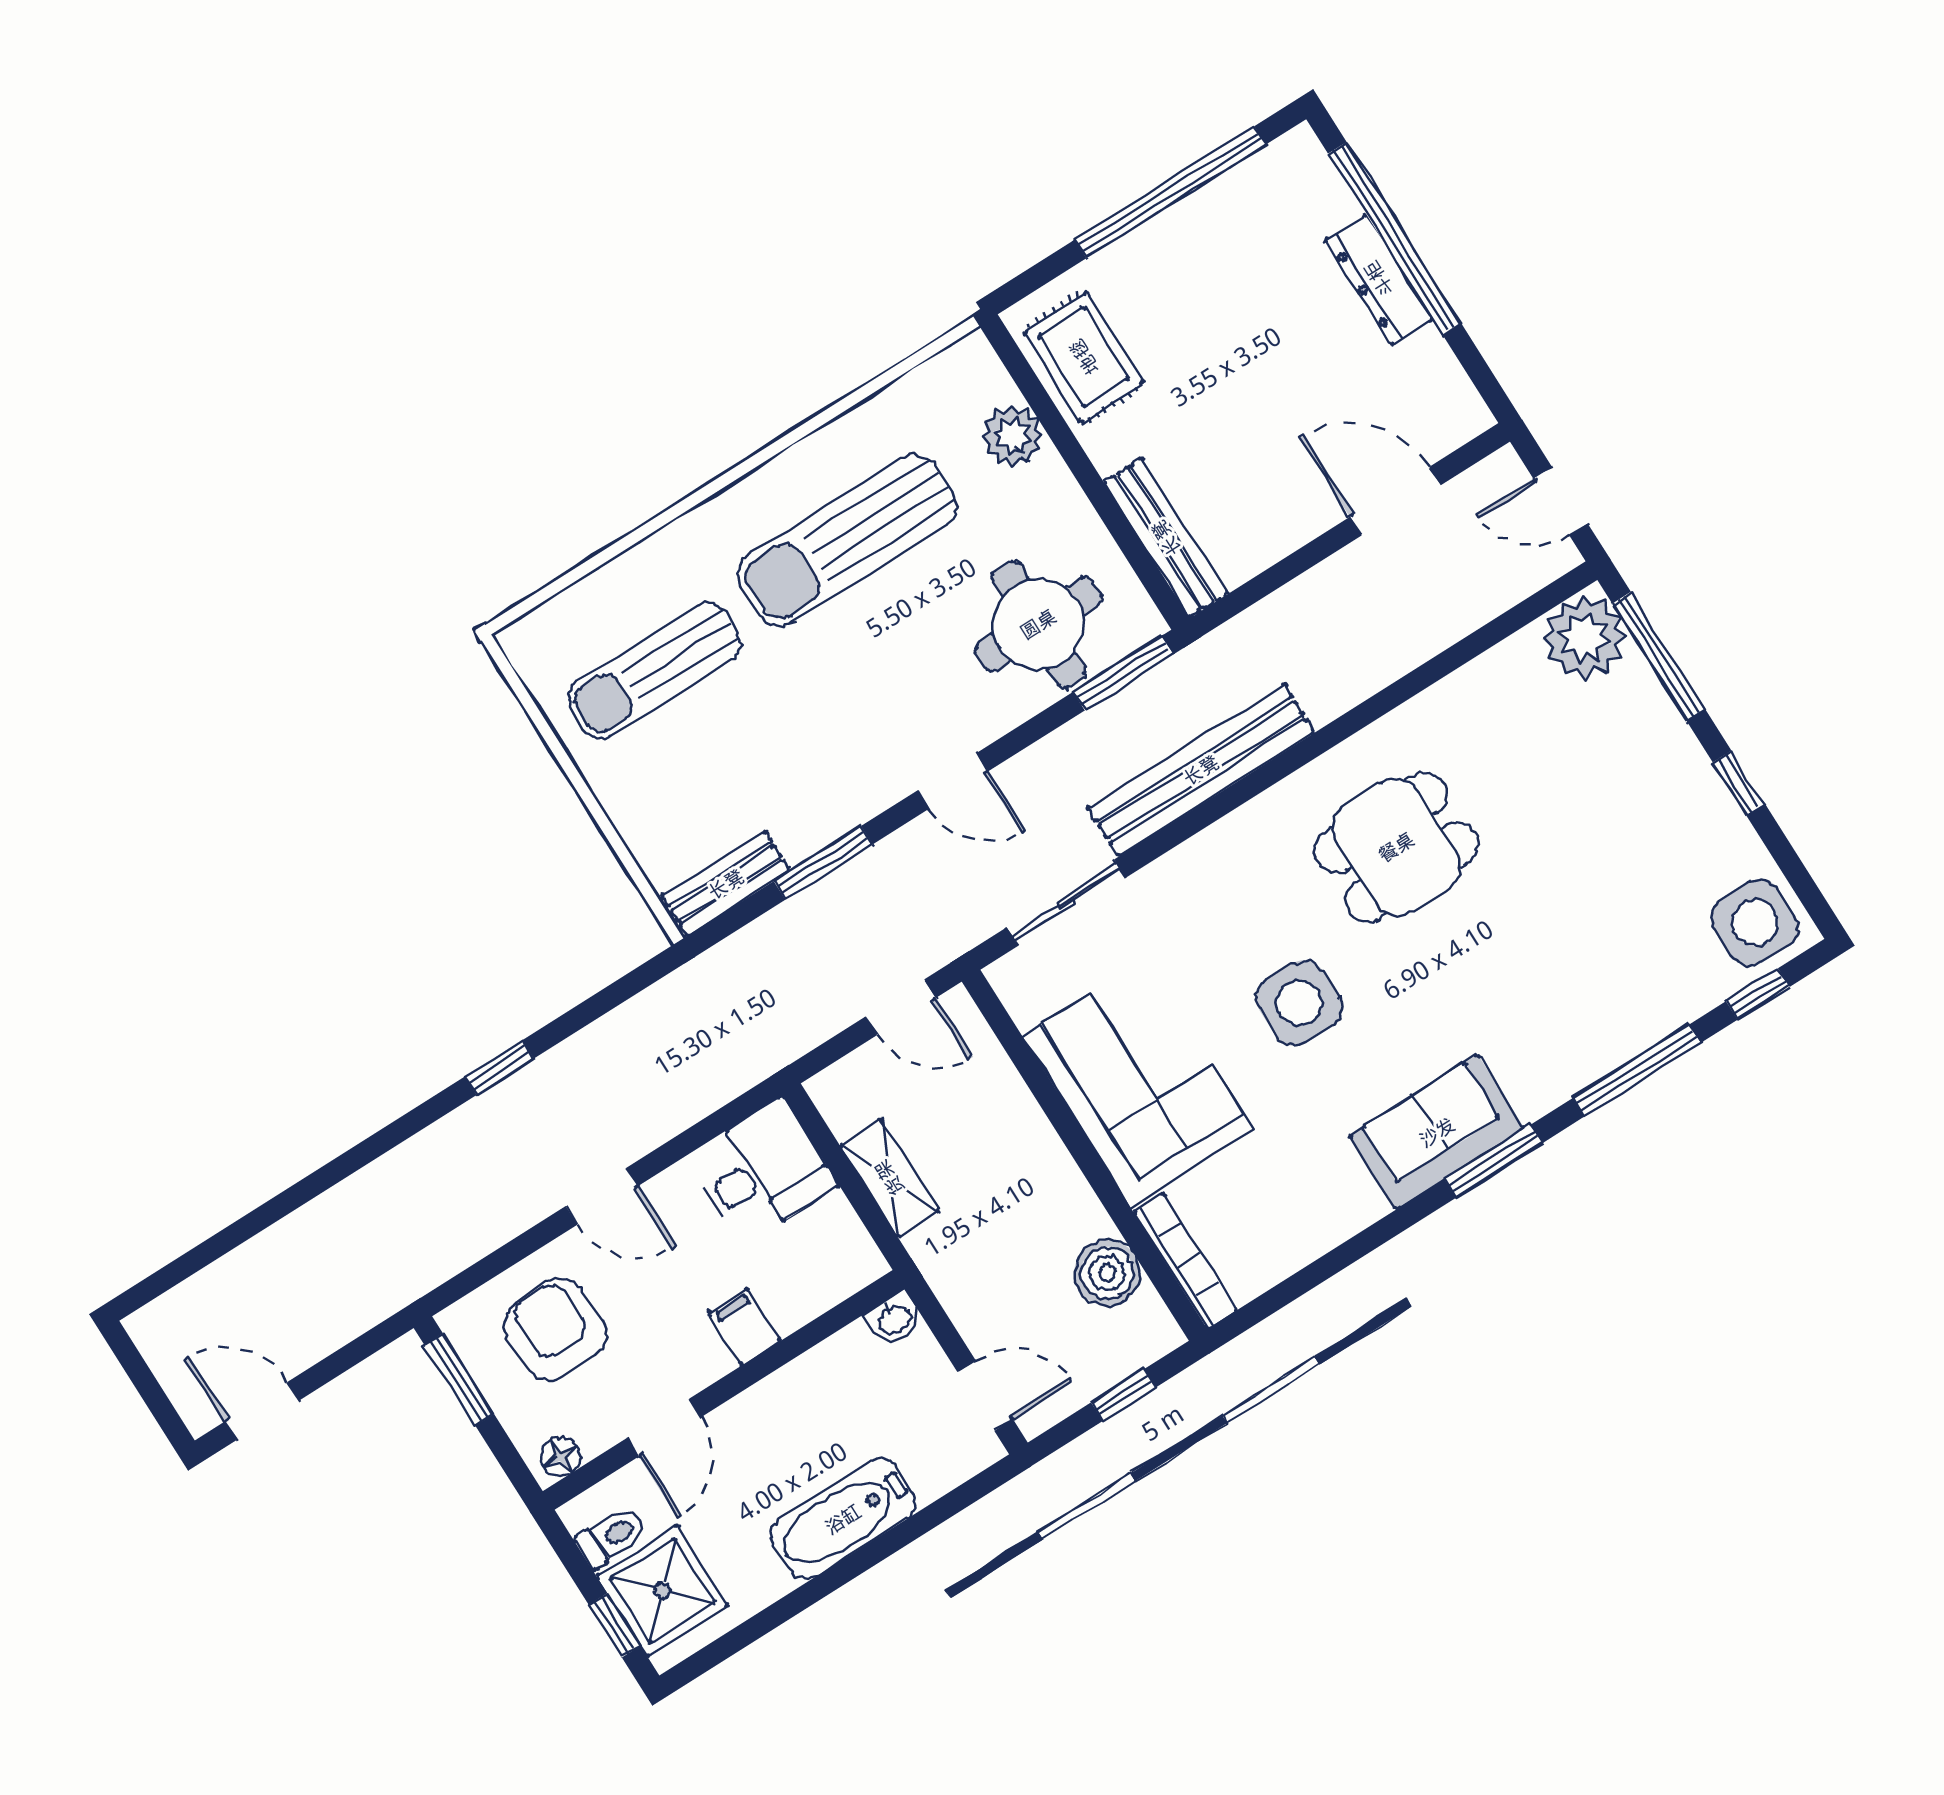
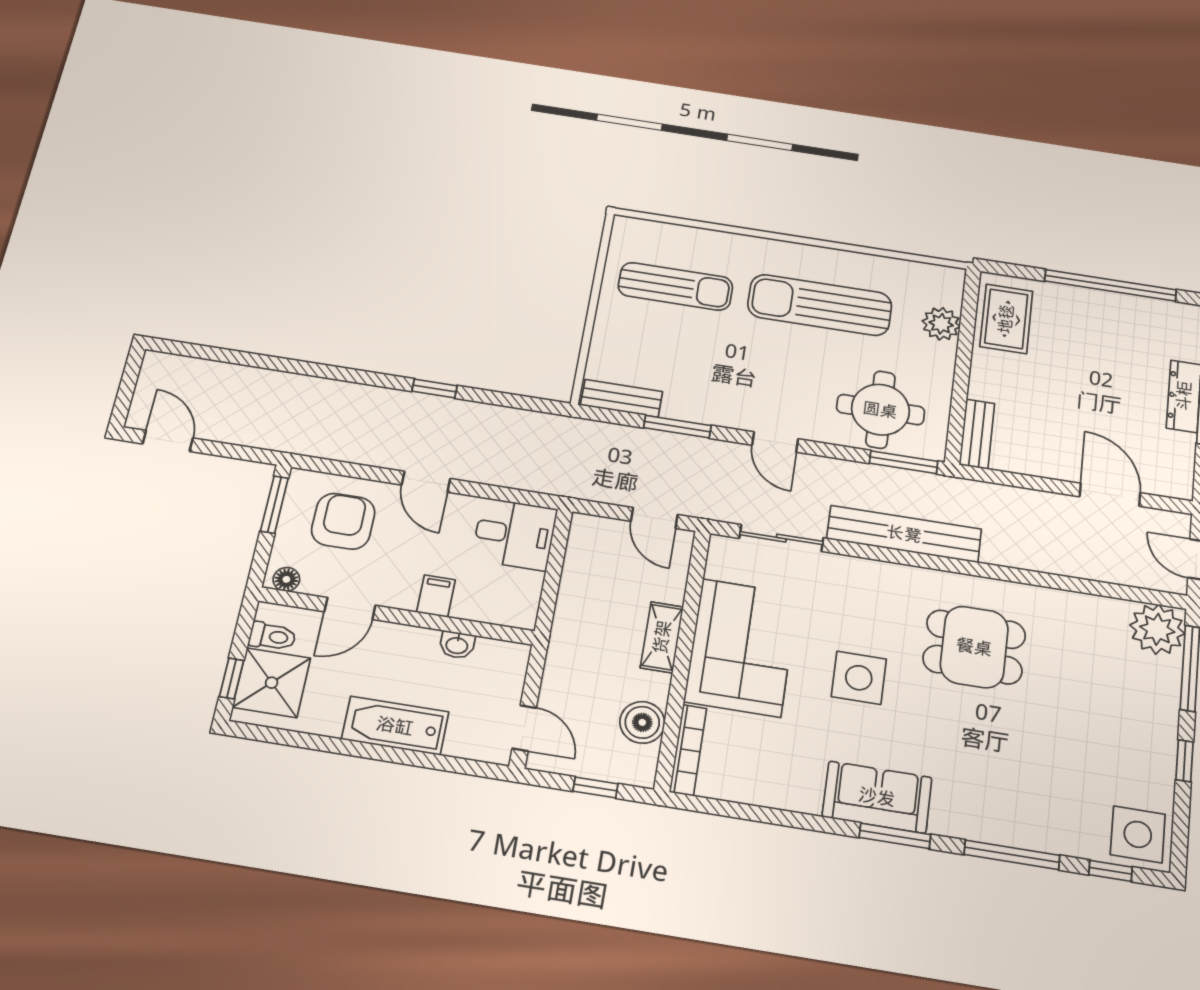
bench: (1166, 538) -> (977, 434), width x0.73
sun lounger: (654, 671) -> (675, 286), turned 180
shelving: (889, 1178) -> (662, 637), moved
washbasin: (894, 1319) -> (457, 645), moved

